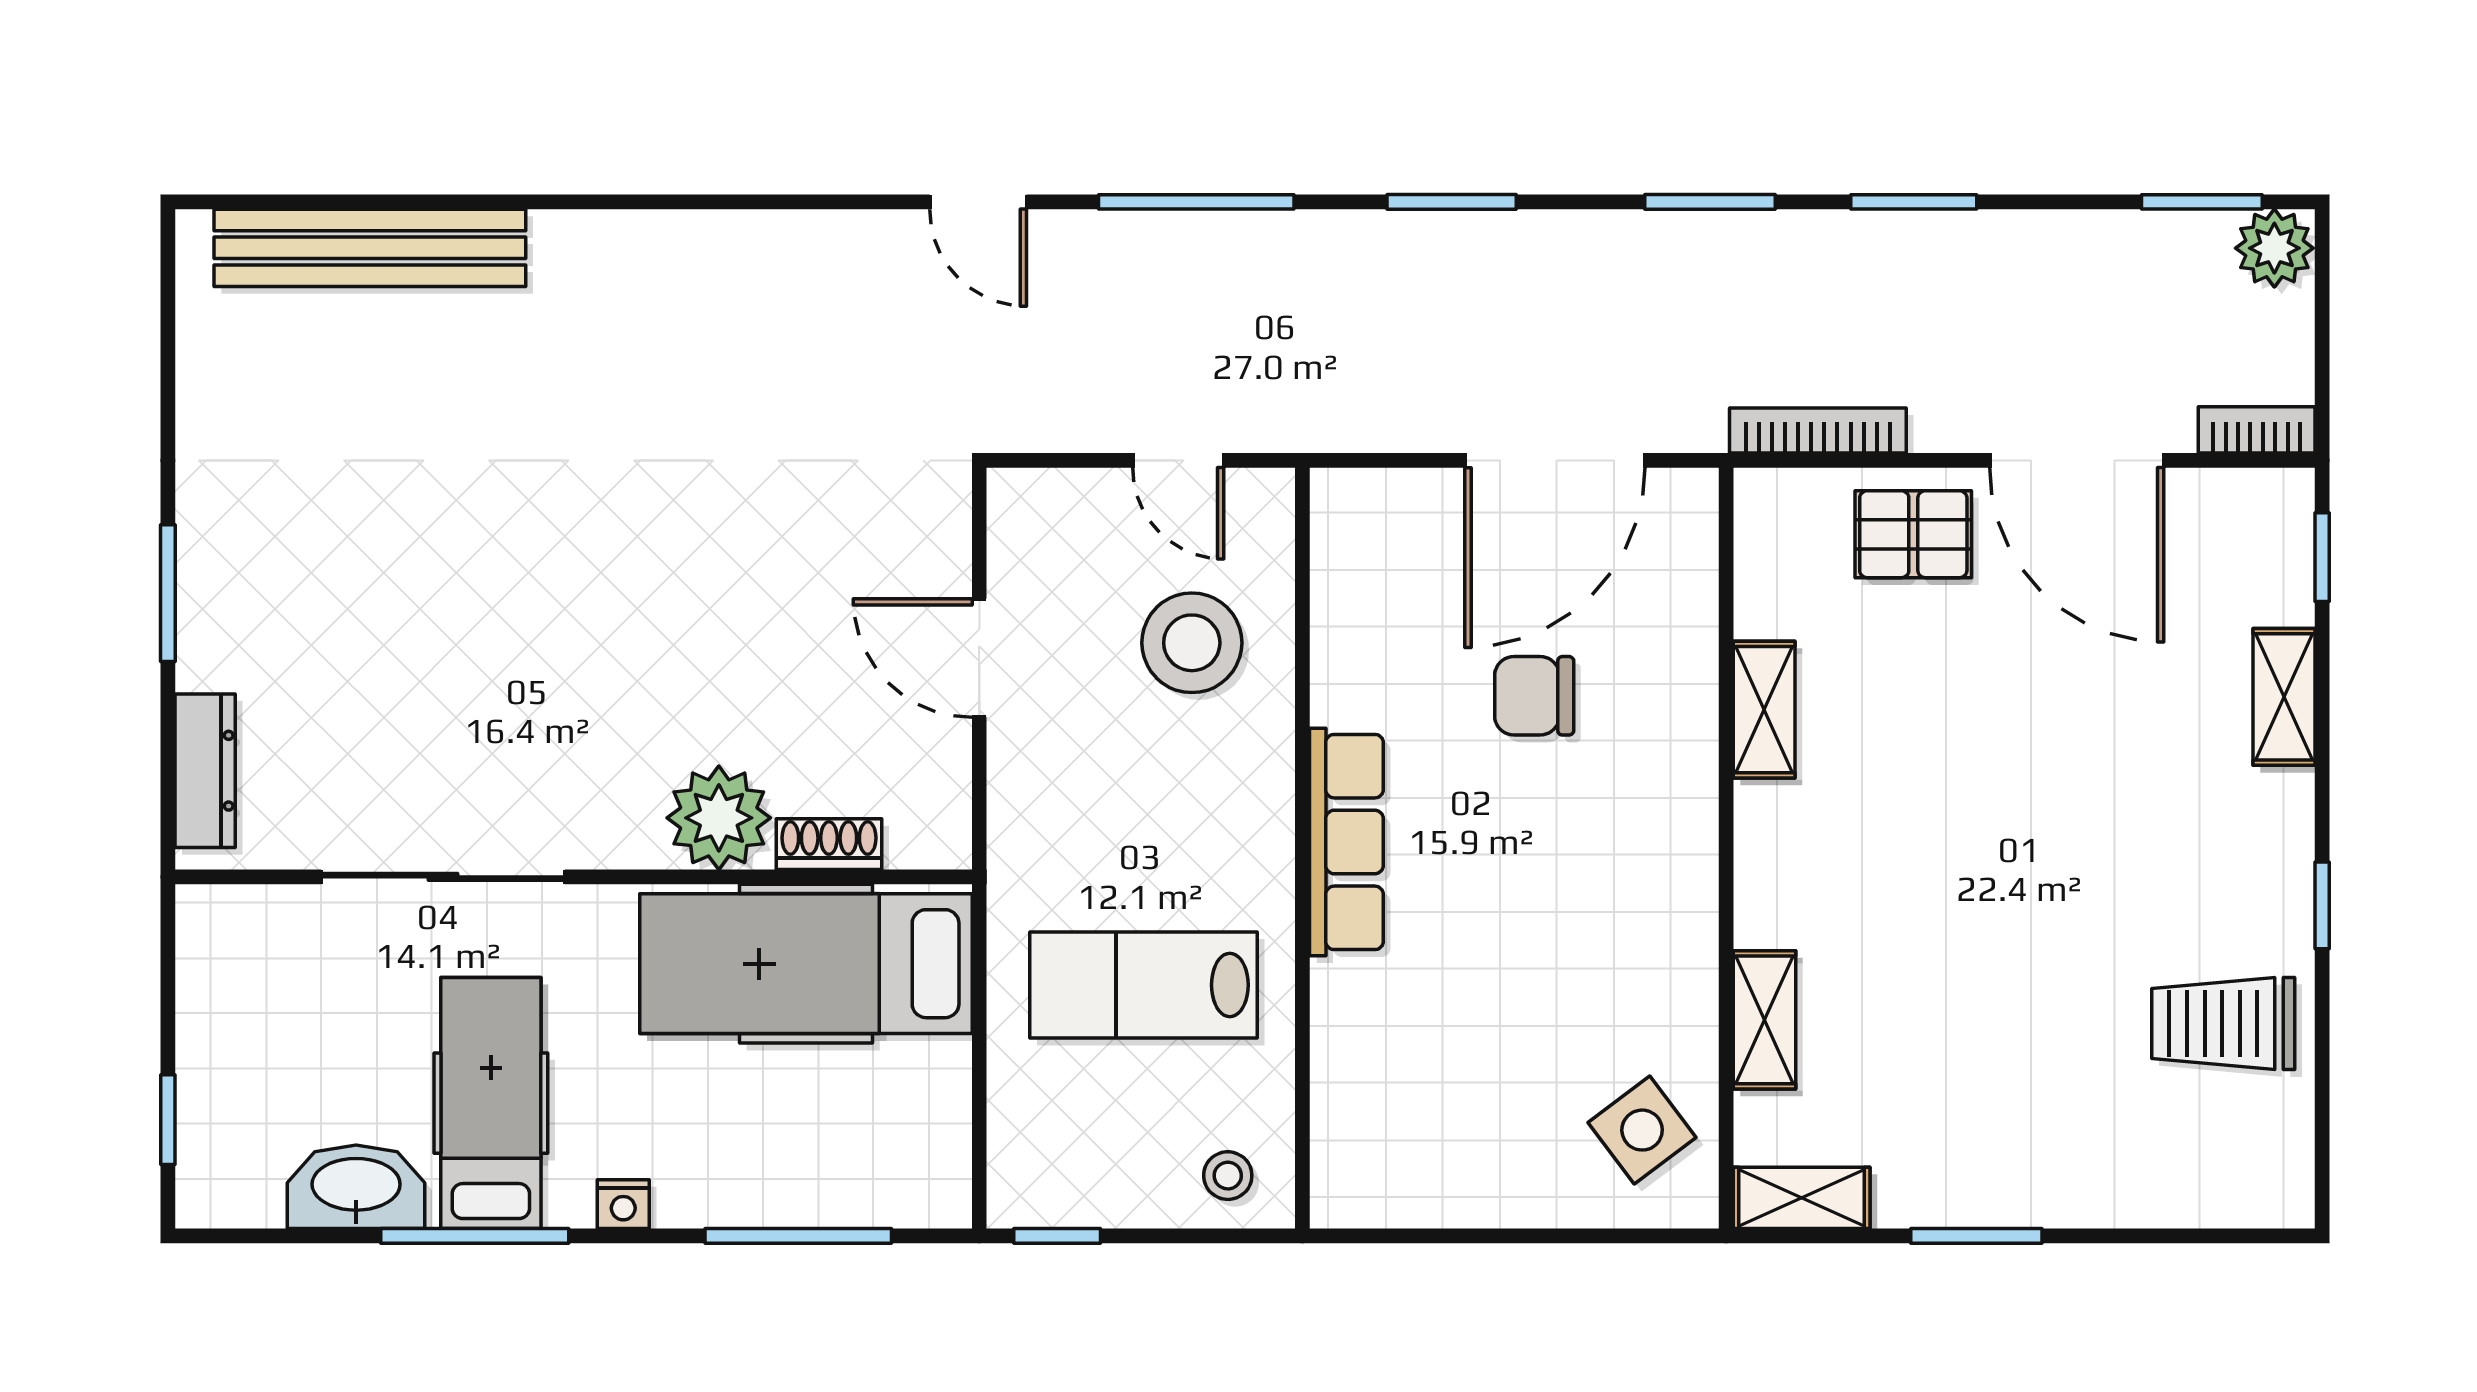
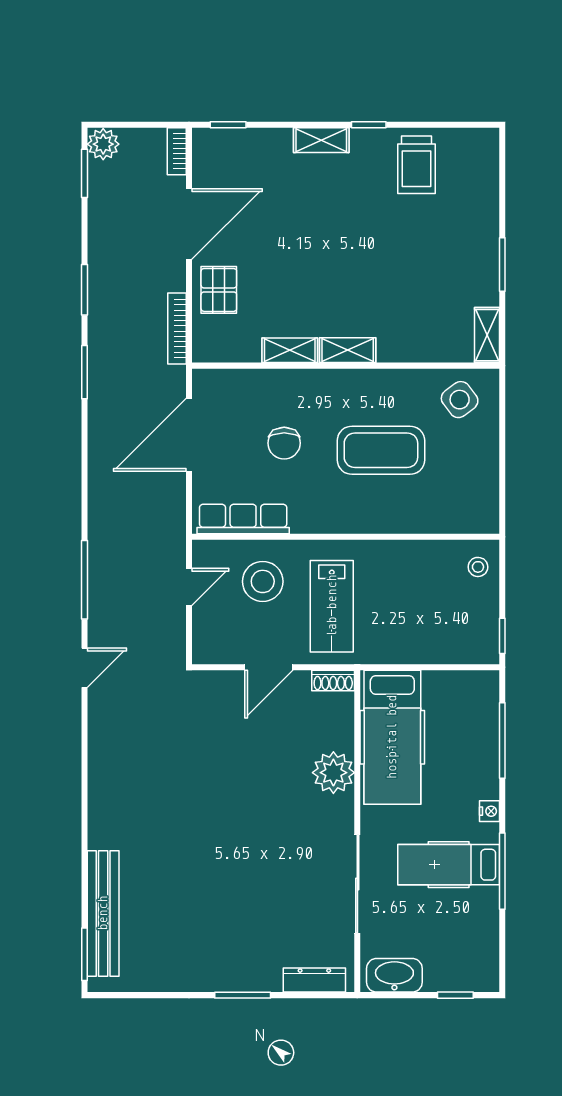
window: (1452, 202) -> (85, 954), moved
door: (1555, 460) -> (189, 435), swing flipped
shelving: (2284, 697) -> (321, 140), moved
row of seats: (1346, 842) -> (243, 519), moved
shoe rack: (829, 844) -> (333, 681), moved, turned -90
coffee table: (1517, 935) -> (381, 450), added
lab bench: (1144, 985) -> (332, 606), moved
shelving: (1764, 1020) -> (348, 350), moved
washbasin: (356, 1187) -> (394, 975), moved, turned 90

